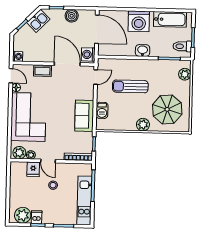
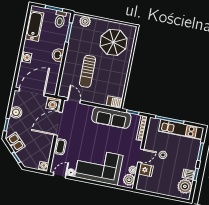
washing machine: (139, 21) -> (26, 57), width x0.53, depth x0.53
barbecue: (102, 110) -> (114, 102), moved
sofa: (84, 116) -> (111, 118), width x1.36
plant: (143, 125) -> (123, 66), removed

